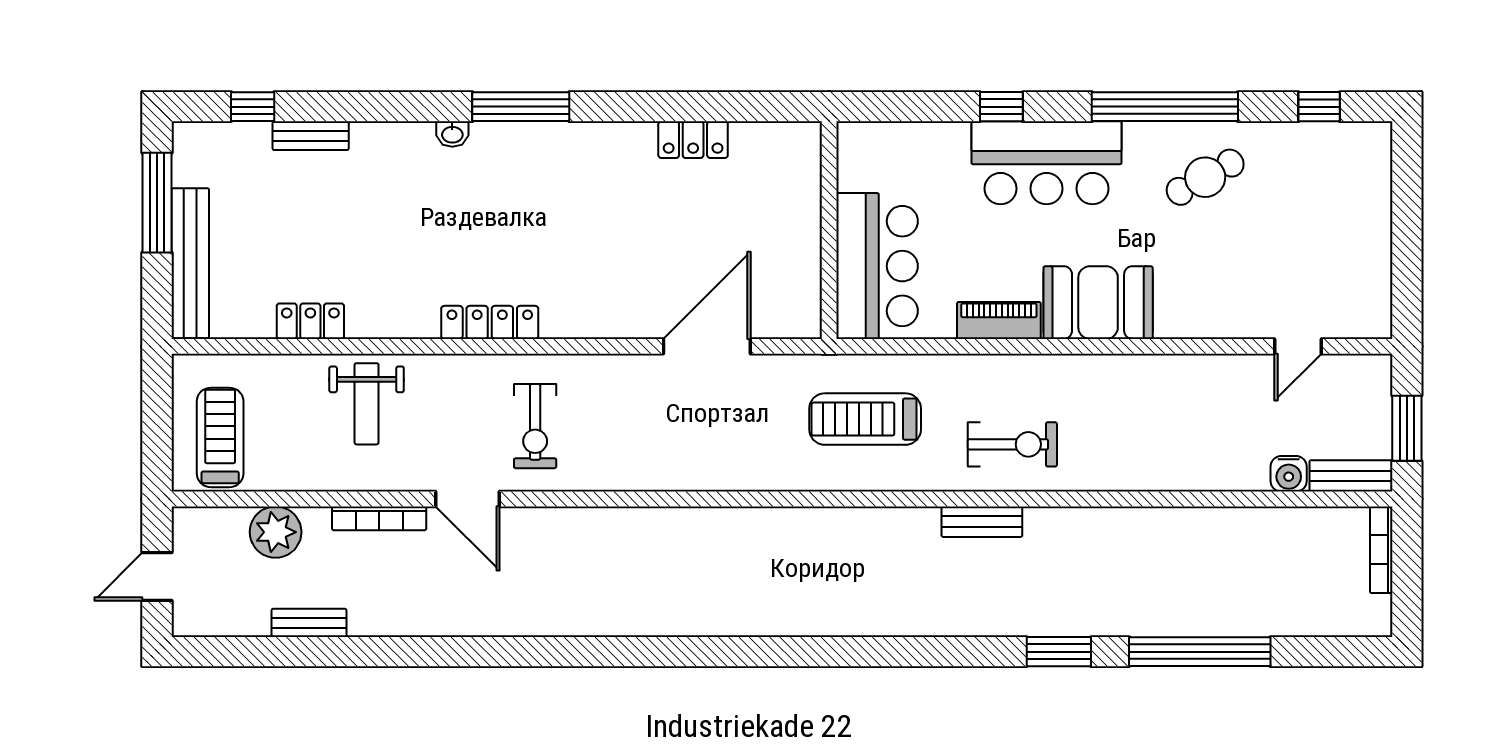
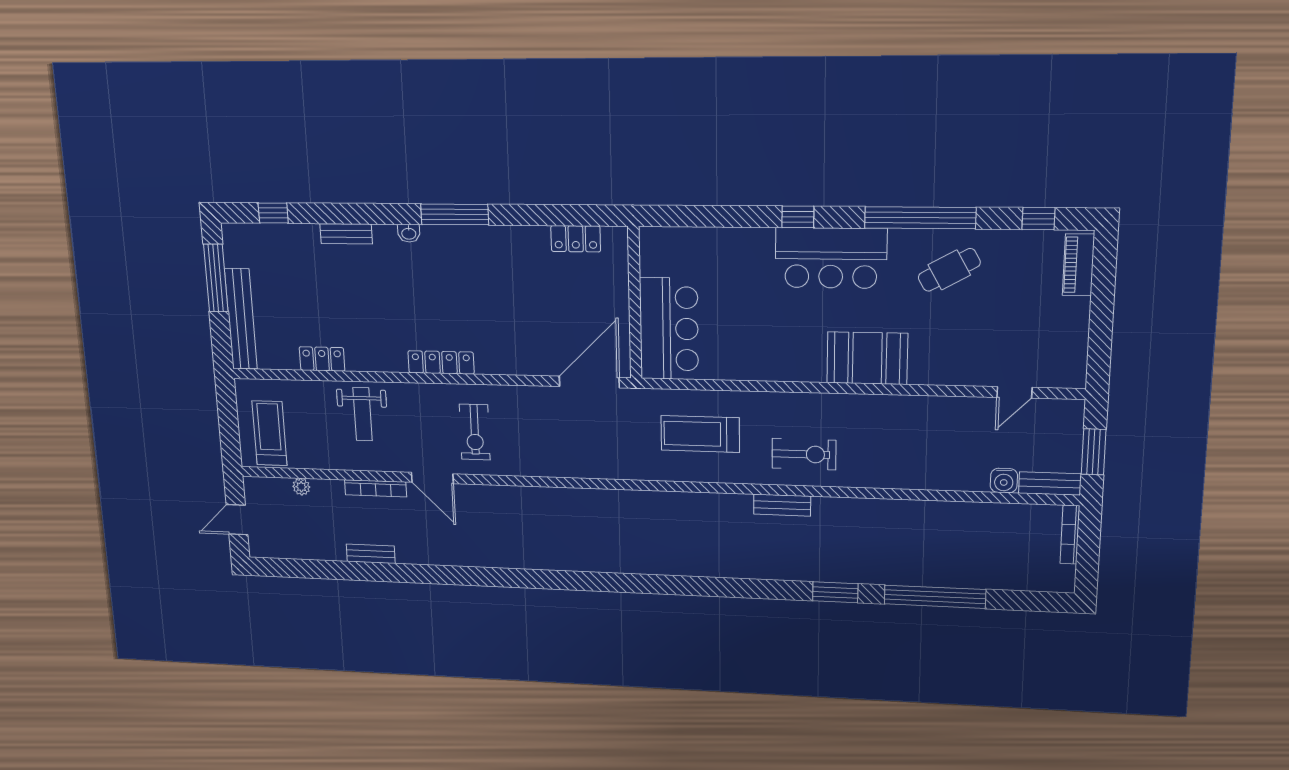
bench: (311, 136) -> (346, 234), moved
wall: (829, 230) -> (635, 303), moved
bar counter: (877, 266) -> (669, 329), moved
piano: (999, 320) -> (1079, 265), moved, turned -90
plant: (276, 532) -> (301, 487), width x0.53, depth x0.53
bench: (309, 623) -> (371, 554), moved

